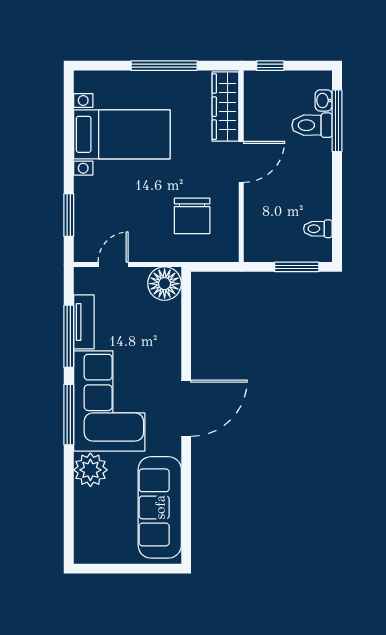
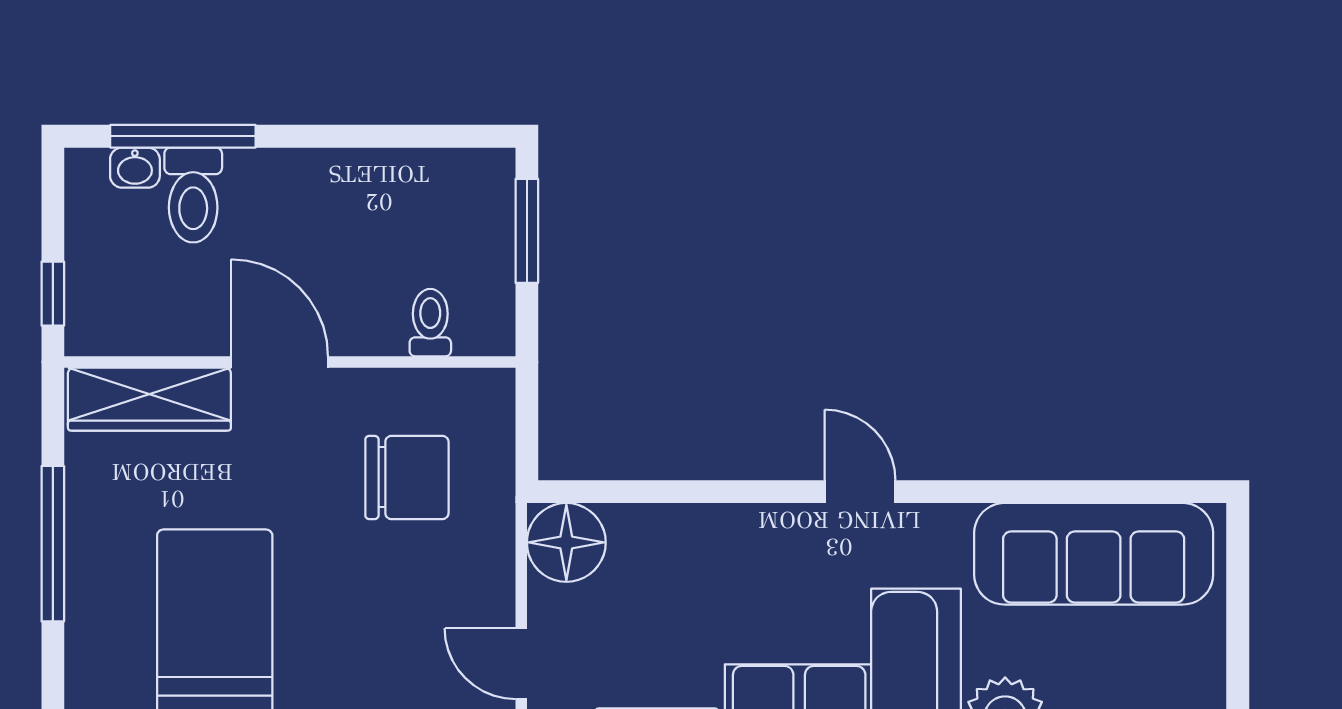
toilet: (318, 229) -> (430, 323), moved, turned 180
door: (186, 408) -> (860, 492), width x0.53

